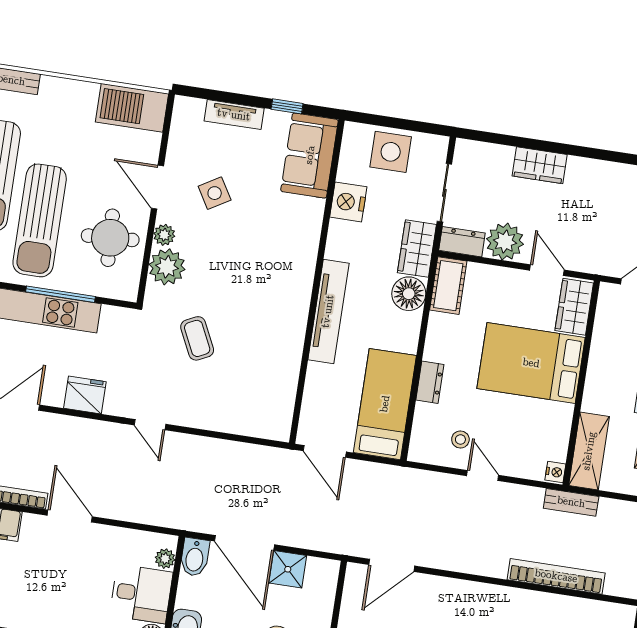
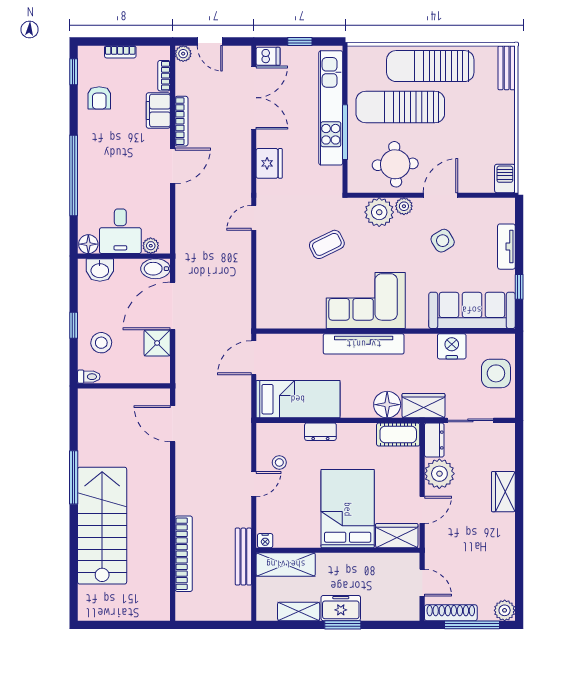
barbecue: (132, 108) -> (505, 178), width x0.53, depth x0.65
sofa: (310, 155) -> (472, 310), width x1.36
corner sofa: (275, 301) -> (366, 301), added
bench: (571, 502) -> (243, 557), width x1.36

